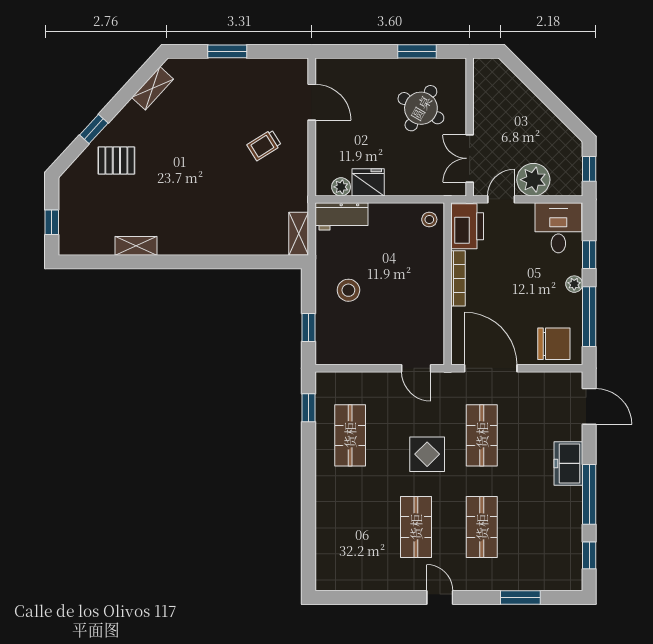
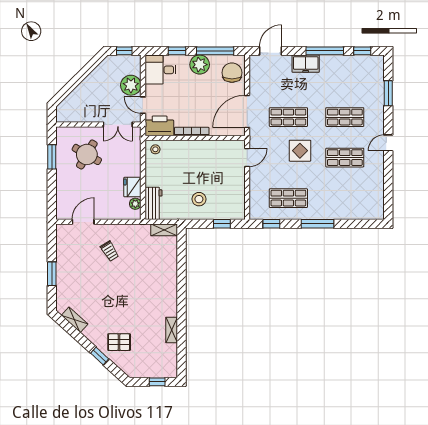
pallet: (116, 161) -> (119, 342), turned 90
plant: (574, 284) -> (200, 65), width x1.87, depth x1.87
window: (308, 483) -> (318, 224), added

